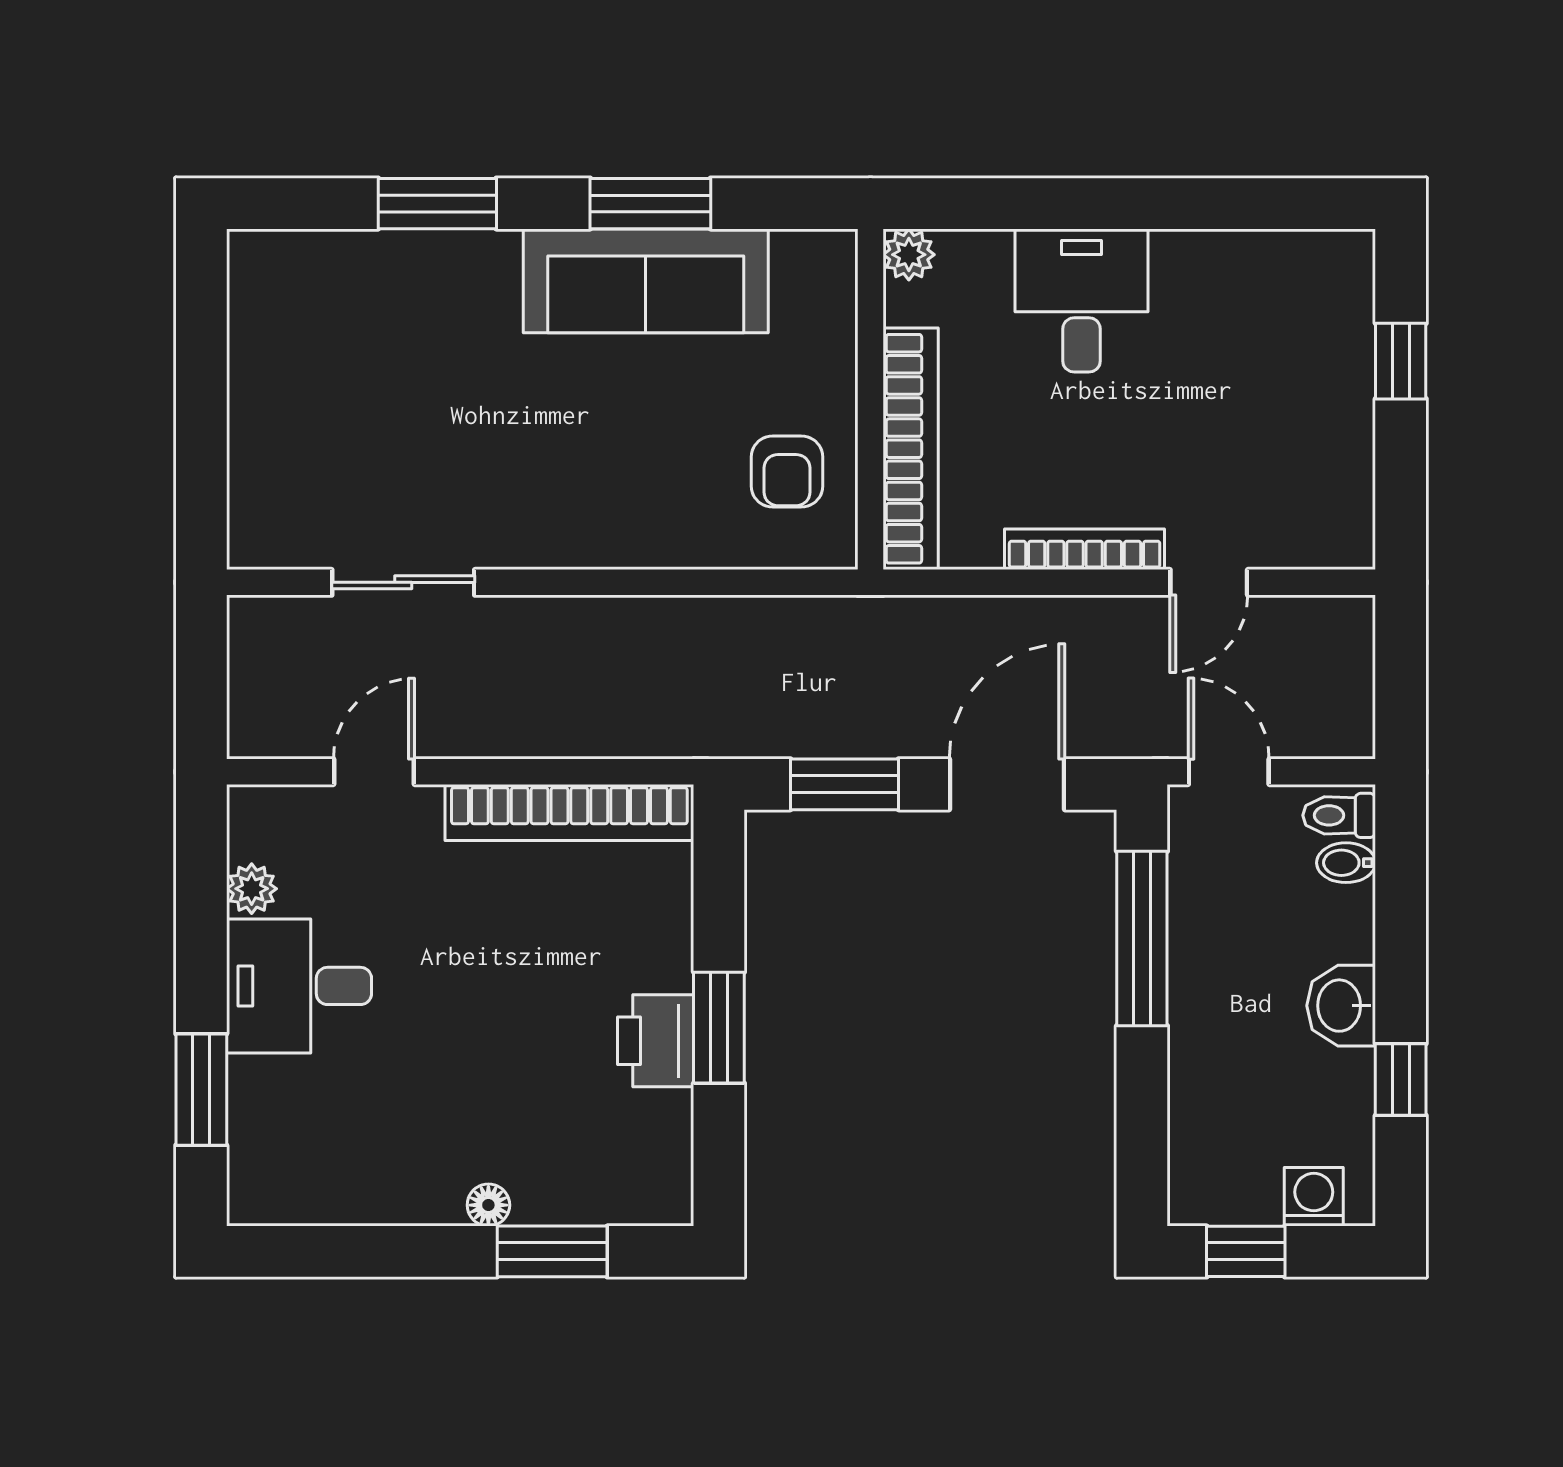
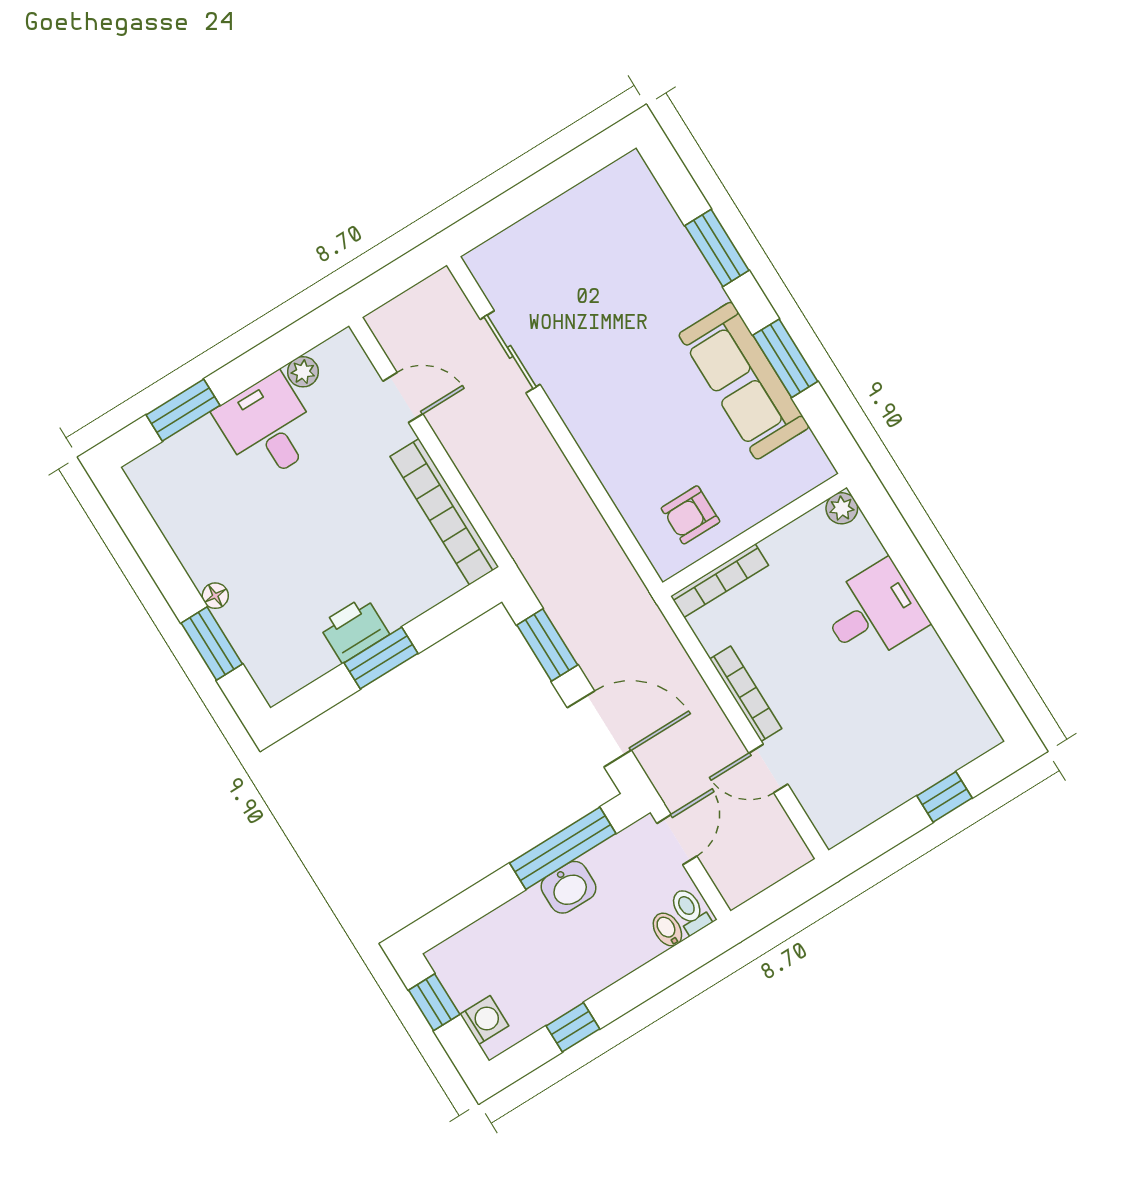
bookcase: (911, 449) -> (720, 581), width x0.68, depth x0.76
washbasin: (1341, 1006) -> (569, 887), moved, turned 180

